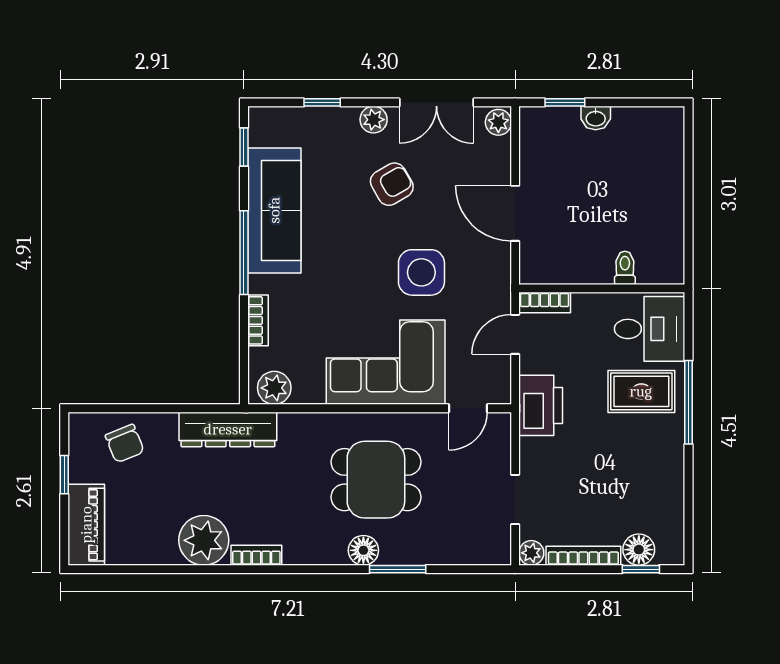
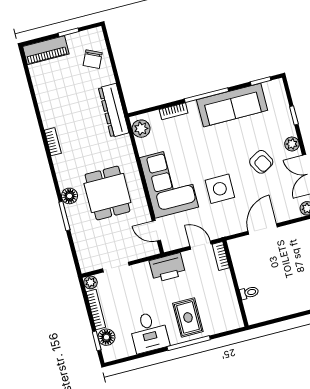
desk: (650, 329) -> (149, 332), moved
chair: (125, 444) -> (93, 59), turned -43
plant: (204, 540) -> (53, 113), removed

